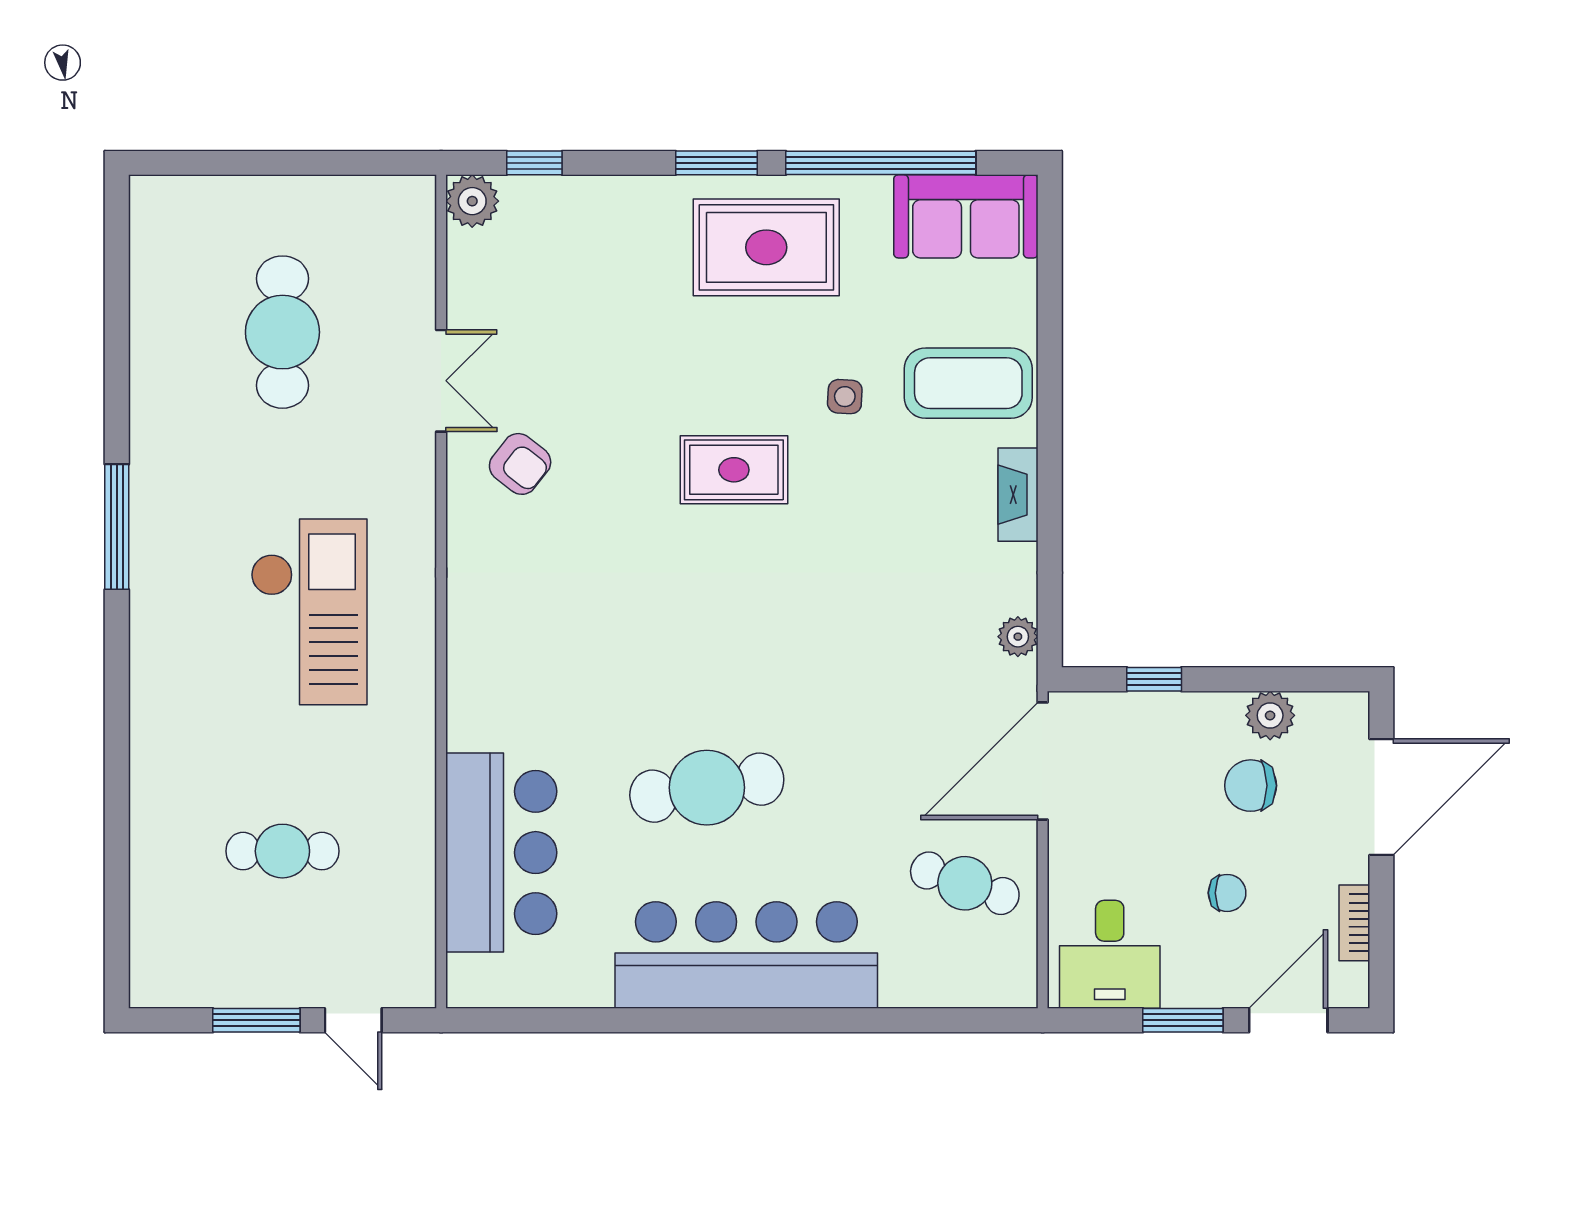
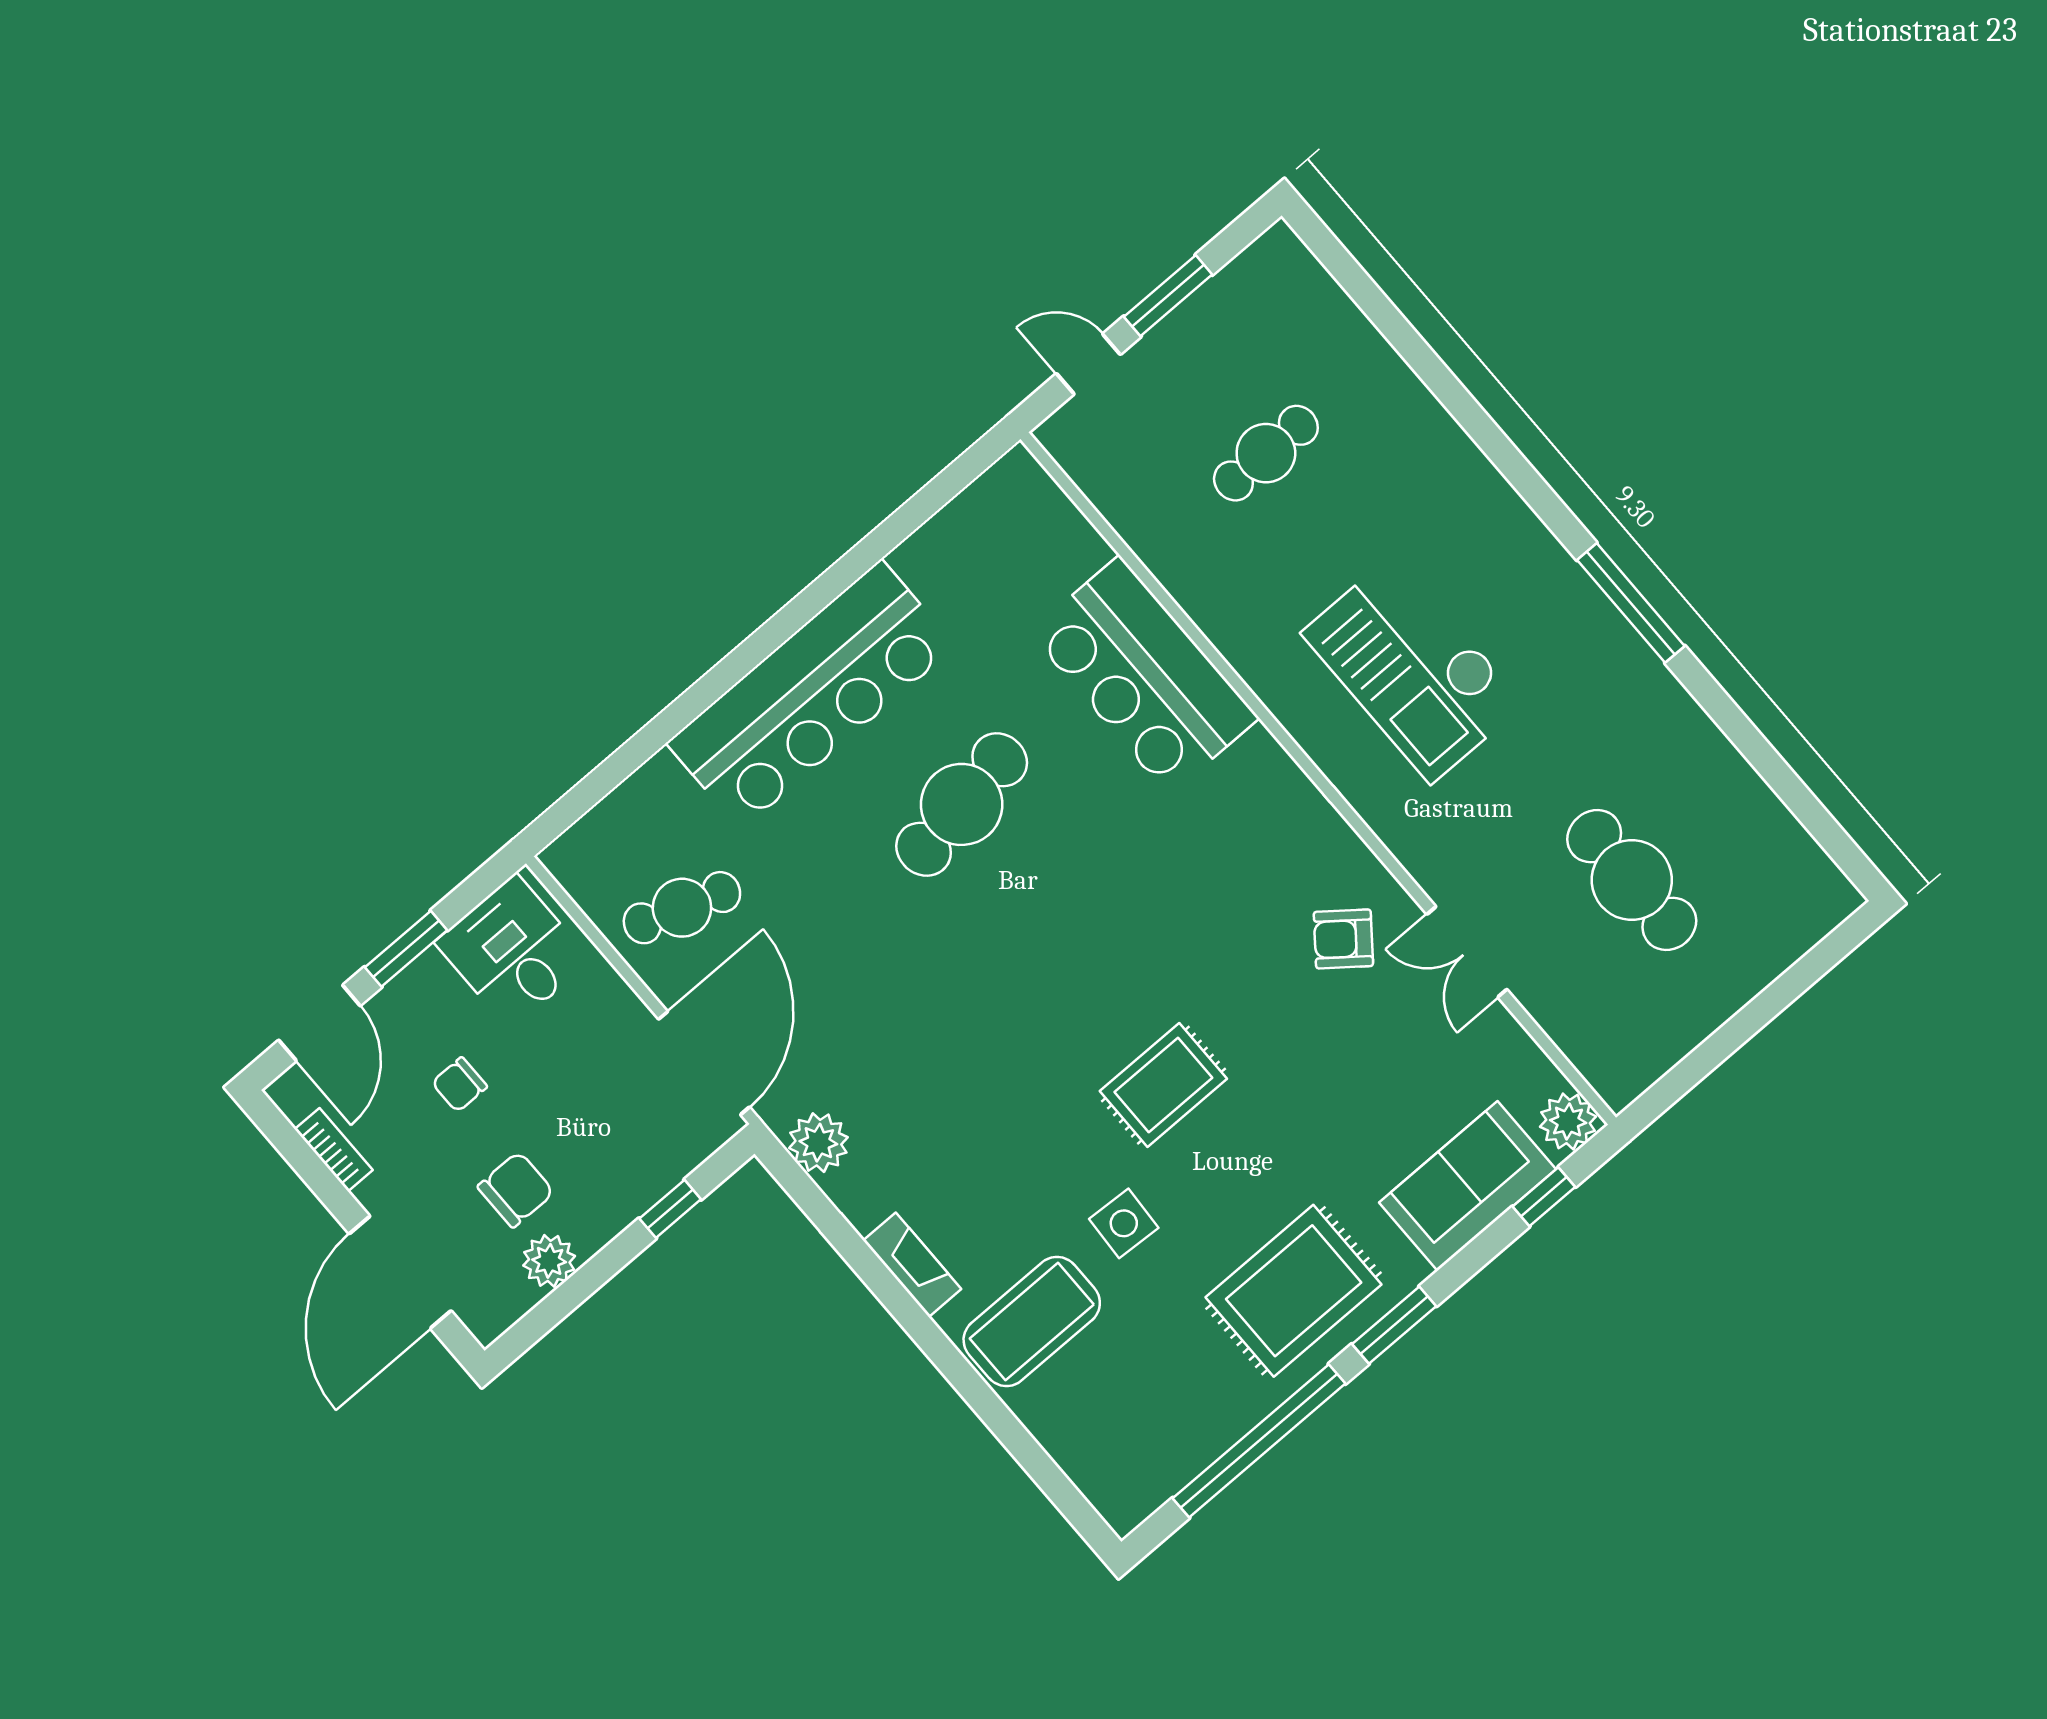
sofa: (966, 216) -> (1467, 1186), moved
side table: (845, 397) -> (1124, 1223), width x1.37, depth x1.37
plant: (1018, 637) -> (818, 1143), width x1.38, depth x1.38
bar counter: (501, 853) -> (1144, 675), moved

